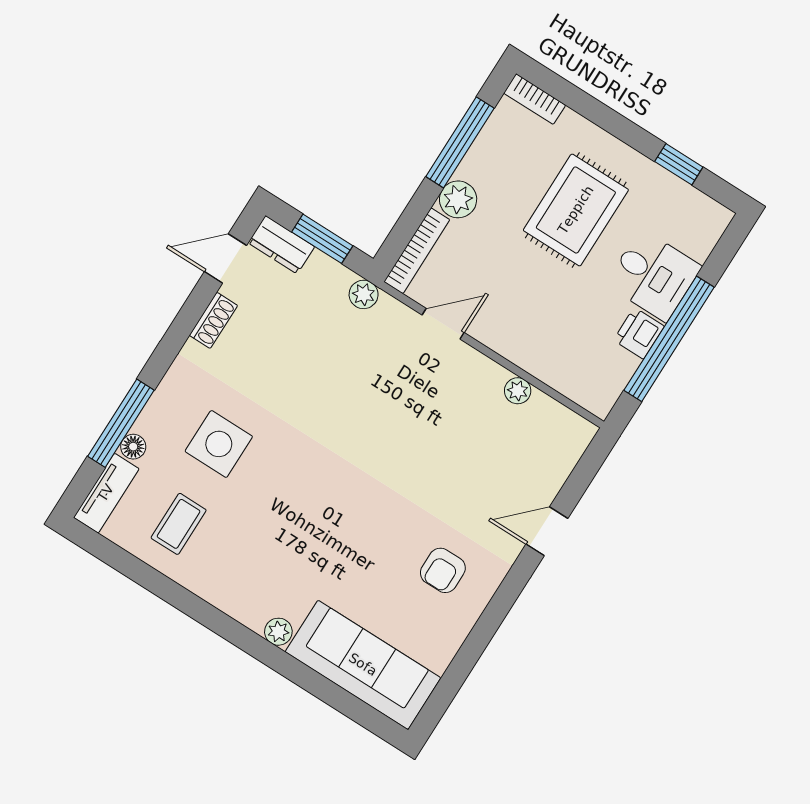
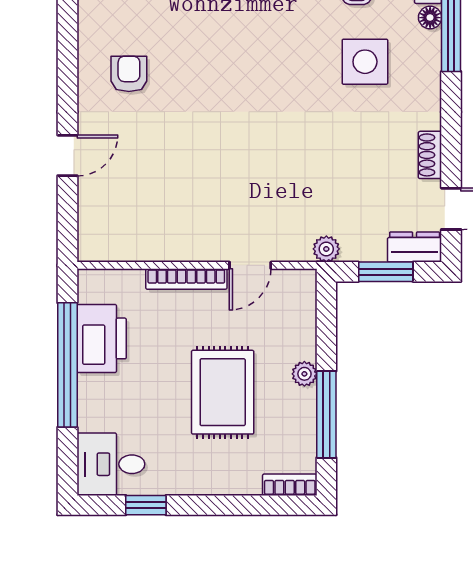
plant: (458, 199) -> (304, 374), width x0.73, depth x0.73
rug: (576, 210) -> (223, 392), moved
bookcase: (417, 251) -> (186, 279), moved, turned -90
desk: (653, 275) -> (111, 464), moved
printer: (639, 333) -> (102, 338), width x1.87, depth x1.48
plant: (518, 391) -> (159, 250), removed

